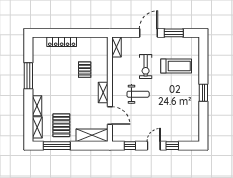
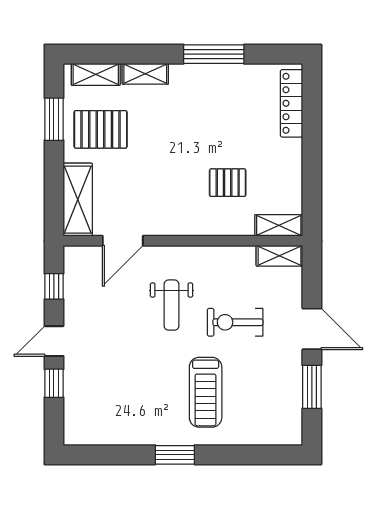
locker: (62, 42) -> (291, 103), moved
treadmill: (176, 66) -> (206, 392), moved
shelving: (103, 92) -> (279, 225), moved
window: (57, 146) -> (54, 119), width x0.69
door: (154, 146) -> (54, 341), swing flipped

